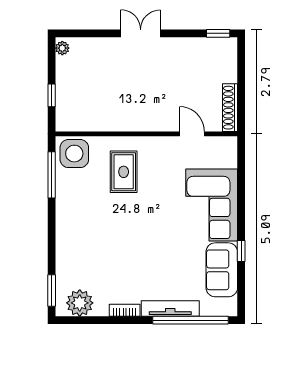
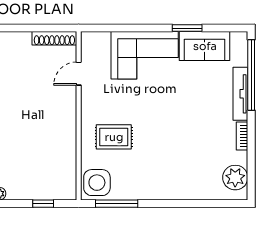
window: (241, 251) -> (187, 28), width x1.50
window: (52, 291) -> (224, 204), removed

